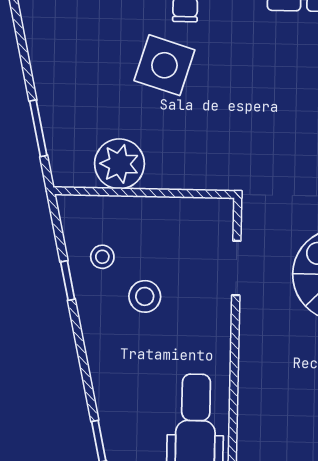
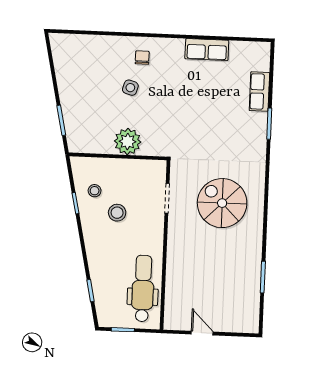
side table: (164, 65) -> (130, 88), width x0.54, depth x0.54
plant: (119, 164) -> (128, 142), moved

